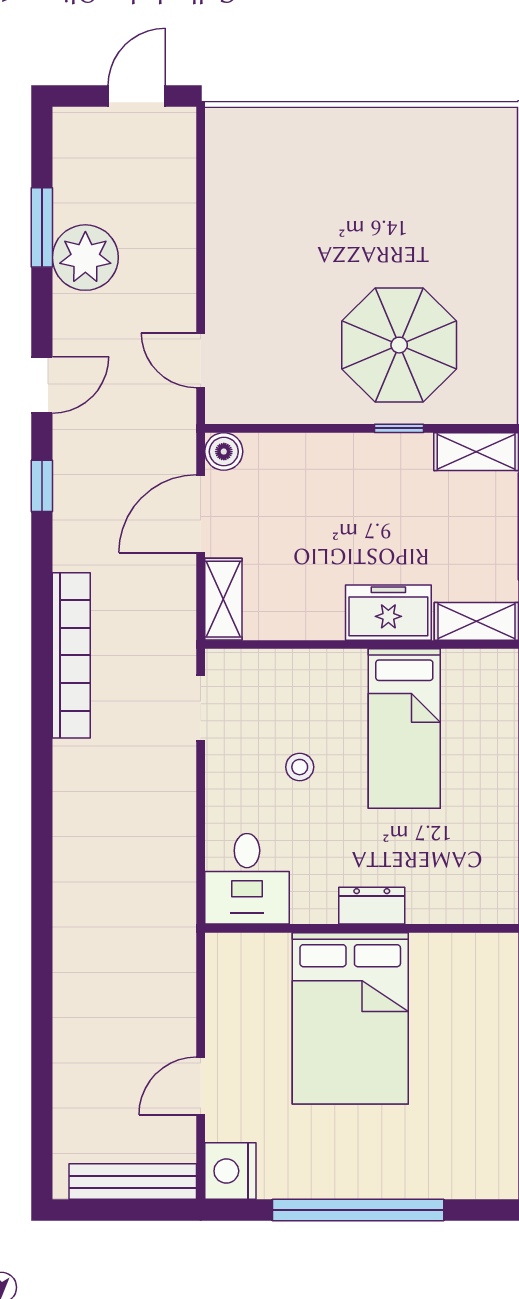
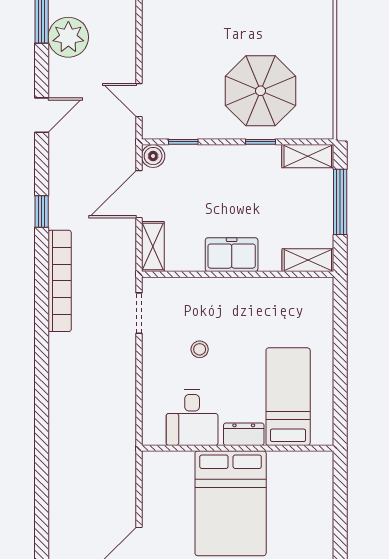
window: (273, 428) -> (183, 142), added
window: (42, 486) -> (42, 211), moved
freezer: (388, 613) -> (232, 255), moved
bed: (404, 729) -> (288, 397), moved, turned 180
desk: (247, 879) -> (192, 418), moved

